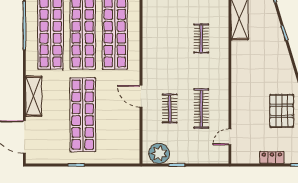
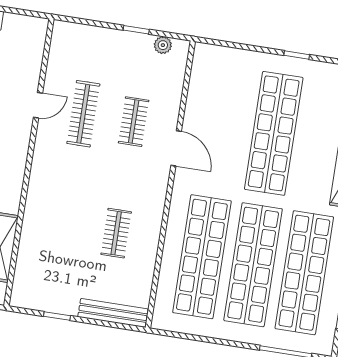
clothes rail: (201, 38) -> (116, 233), moved
door: (230, 137) -> (38, 105), moved
plant: (159, 153) -> (163, 45), width x0.53, depth x0.53

